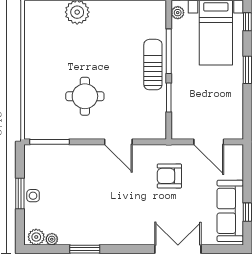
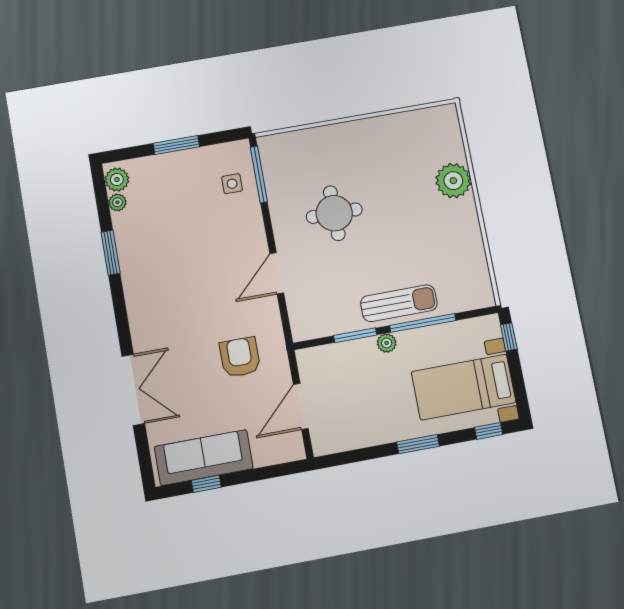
plant: (178, 13) -> (387, 343), moved
side table: (33, 196) -> (232, 184), moved

